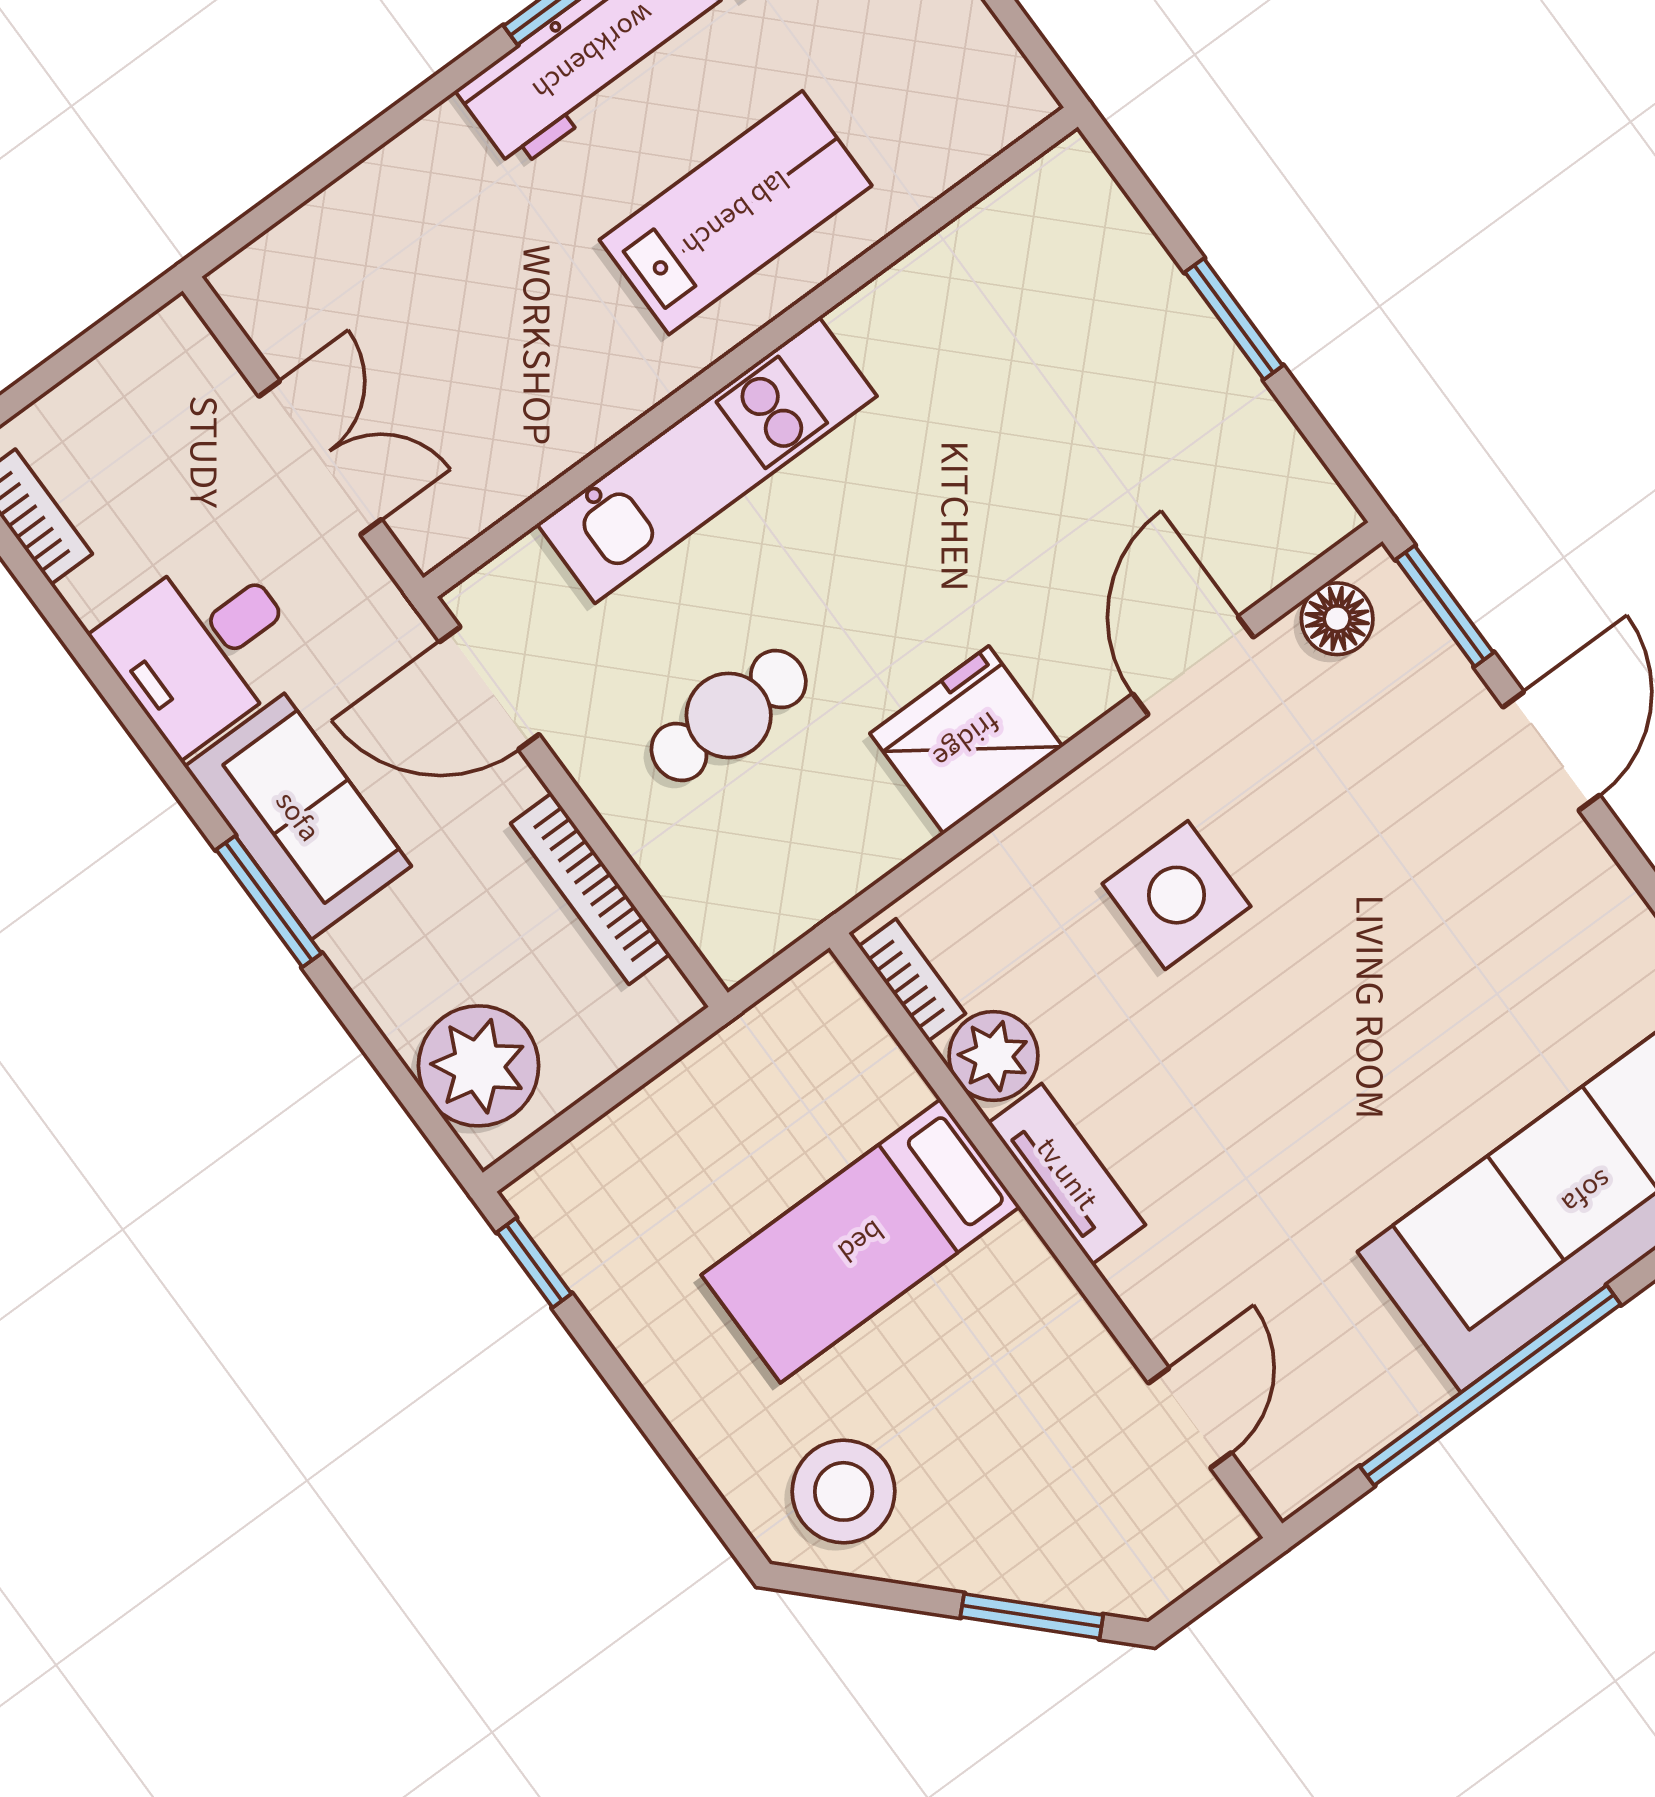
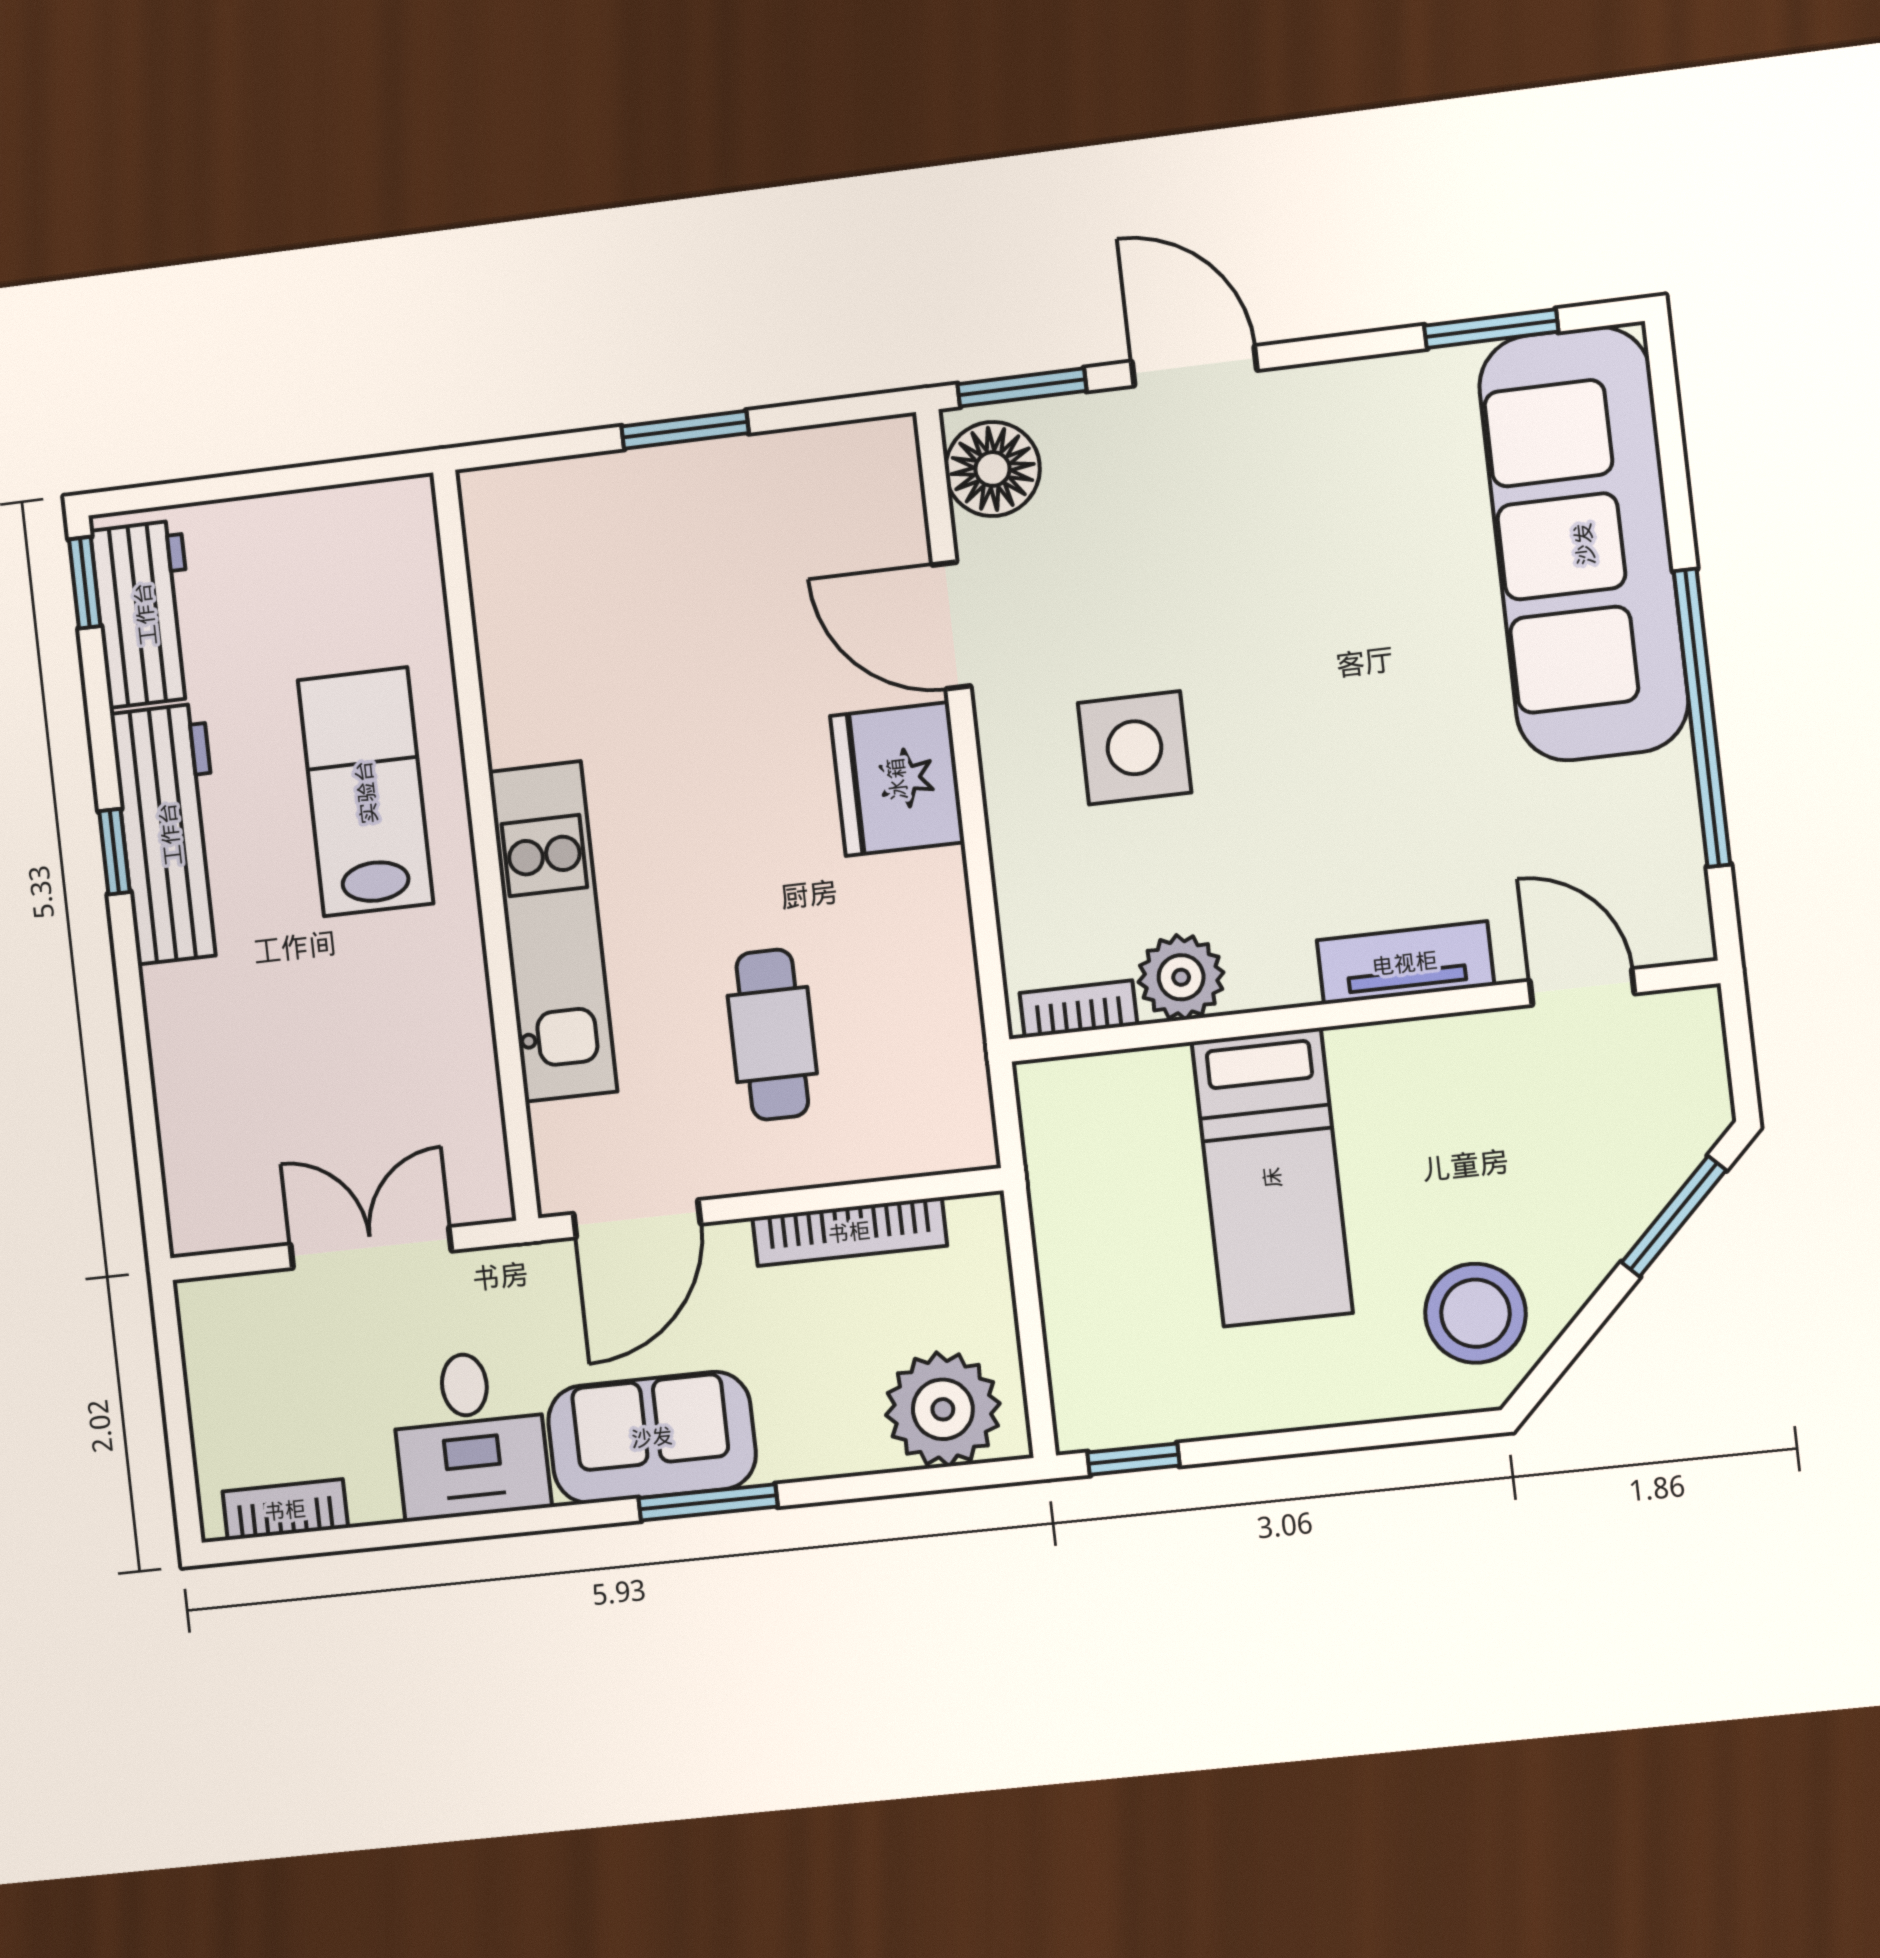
floor lamp: (1337, 619) -> (993, 469), width x1.38, depth x1.38
fridge: (966, 740) -> (897, 779), moved
tv unit: (1067, 1174) -> (1405, 963), moved

